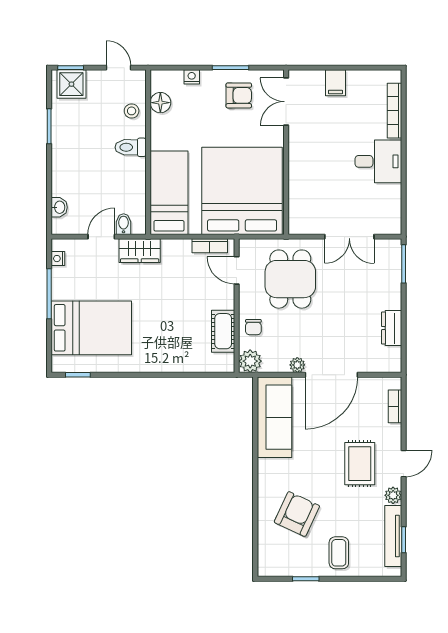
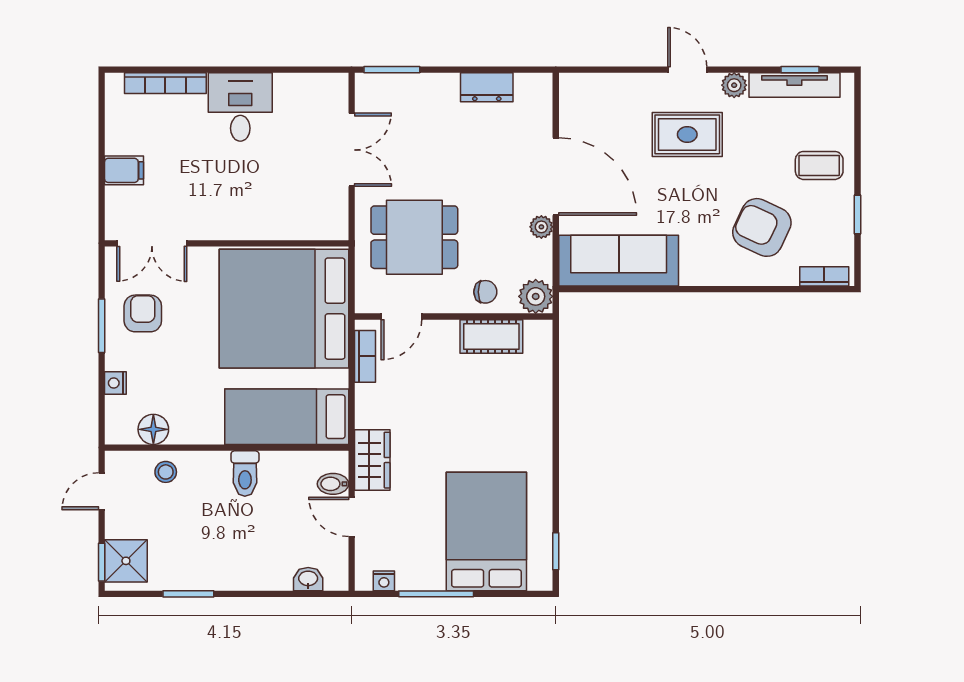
toilet: (131, 147) -> (245, 473), moved
bookcase: (395, 406) -> (824, 276), moved, turned 180

